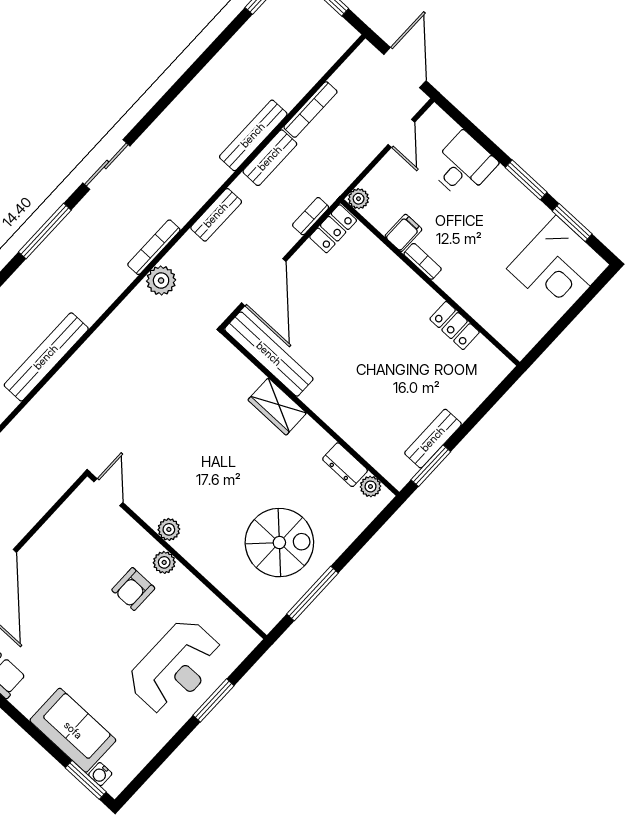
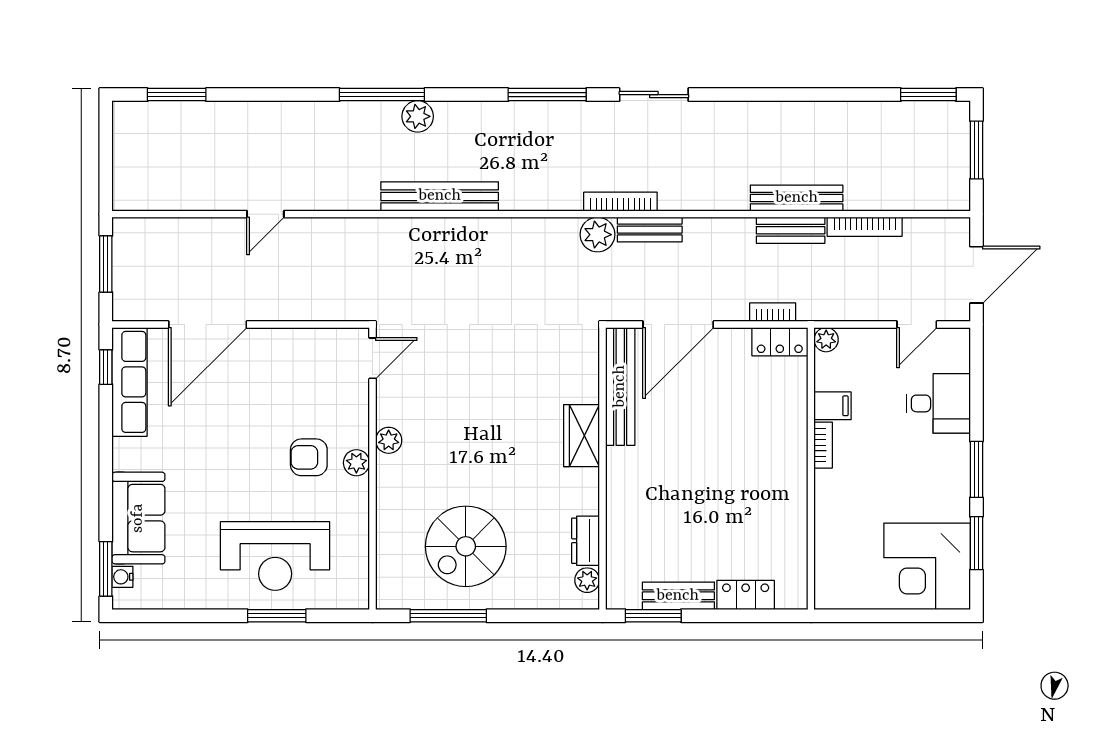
bench: (216, 215) -> (650, 230), moved
locker: (455, 326) -> (746, 595), moved, turned 90
spiral stairs: (279, 543) -> (466, 546), turned 90

